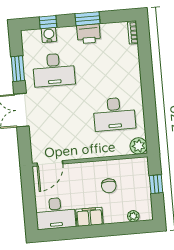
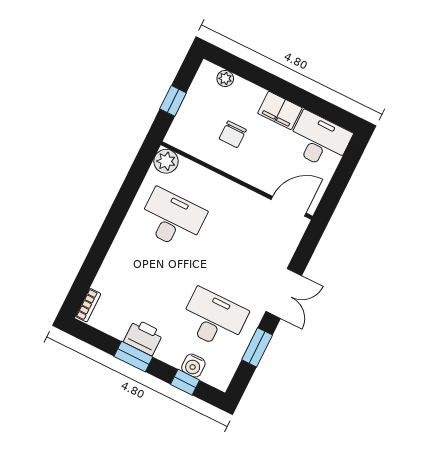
chair: (109, 186) -> (233, 134), turned 180

